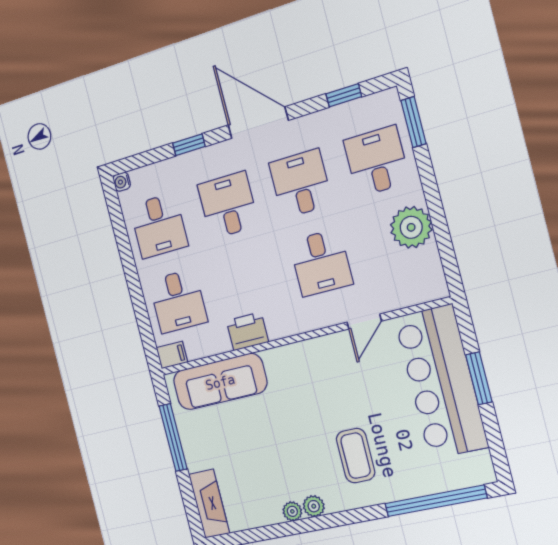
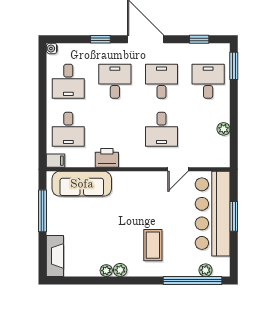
plant: (411, 227) -> (224, 129), width x0.53, depth x0.53
plant: (453, 479) -> (206, 270), added

